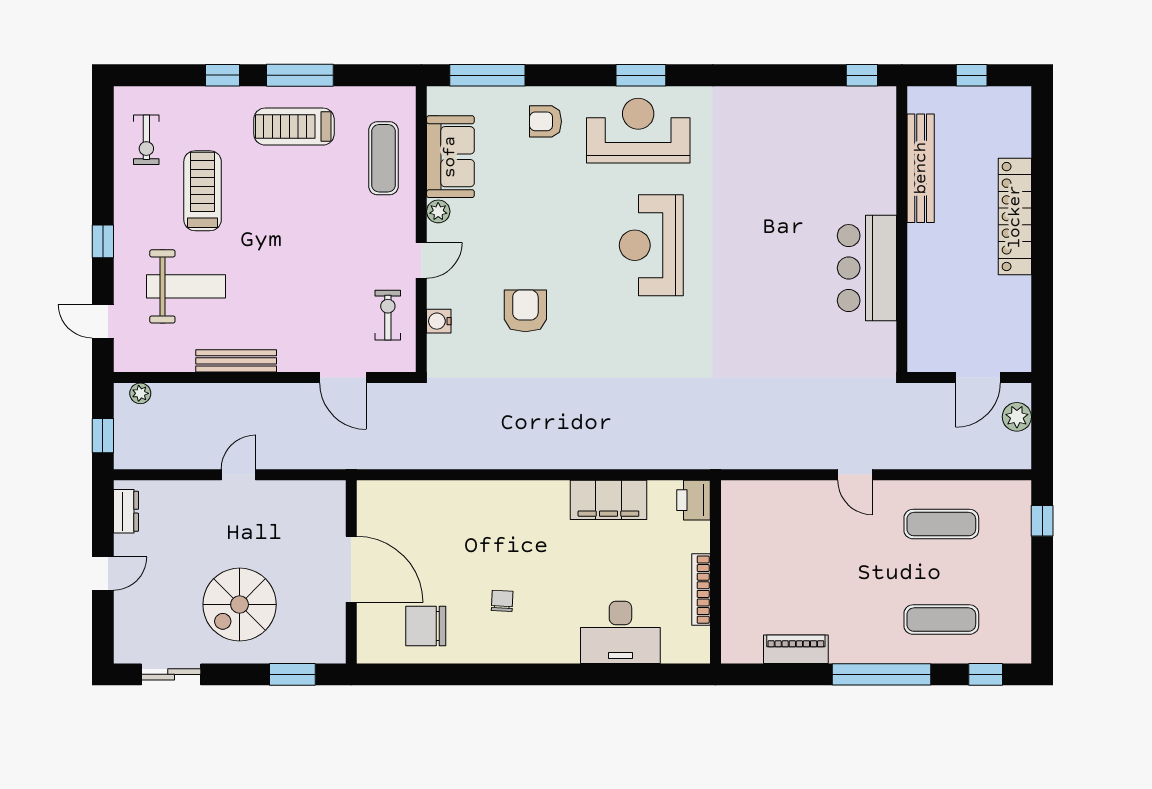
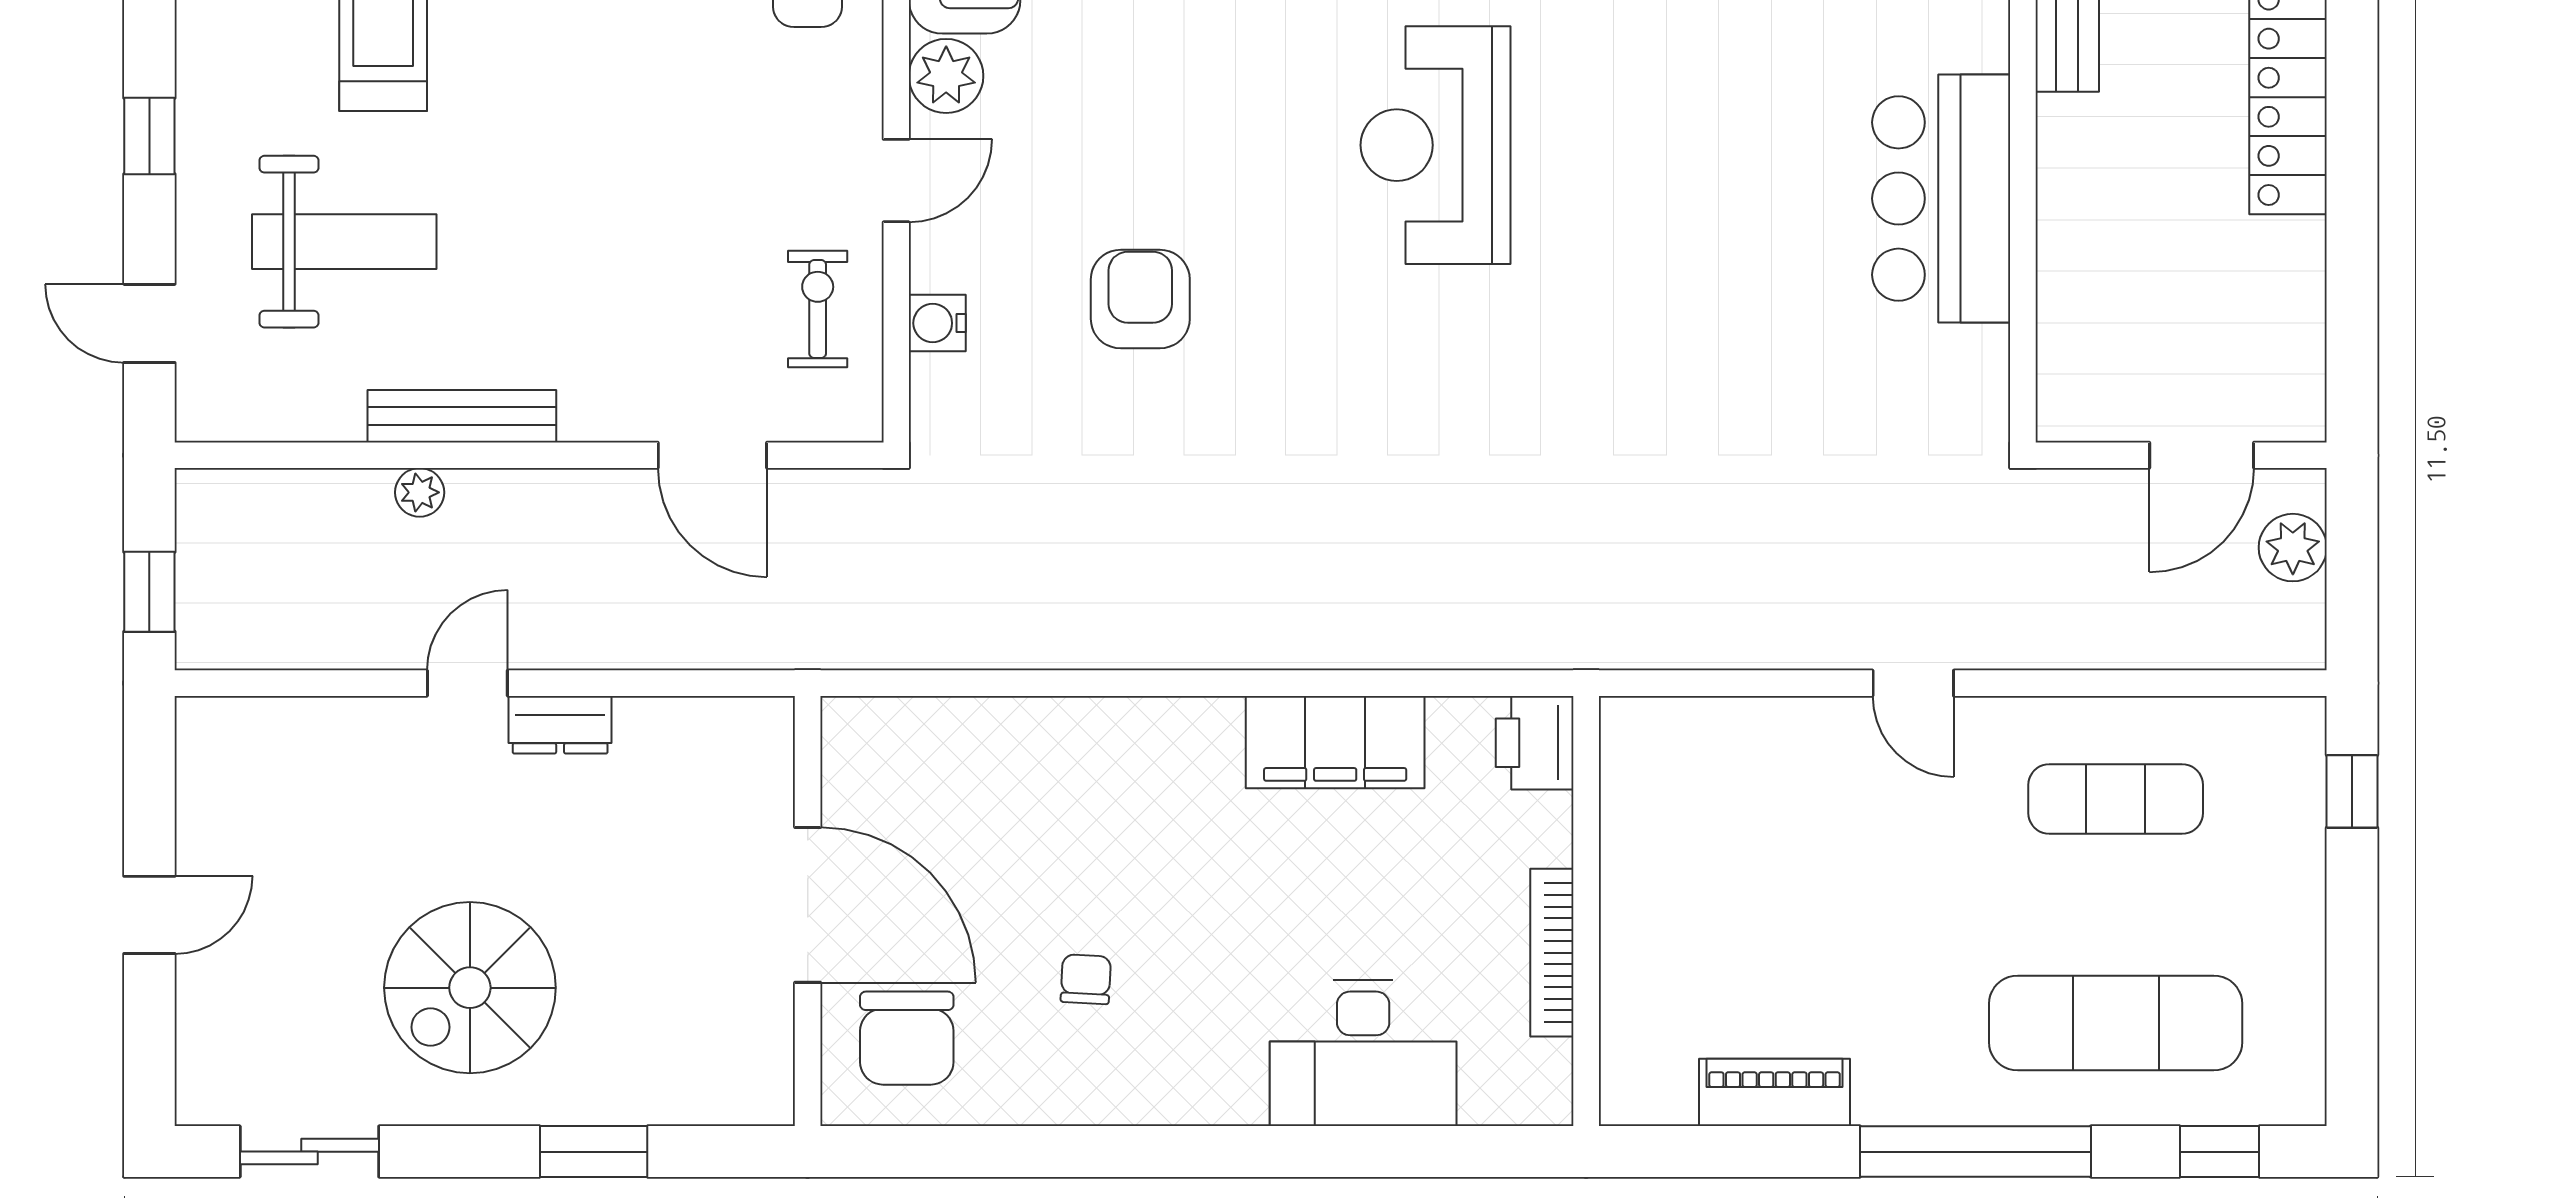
plant: (438, 211) -> (946, 76), width x1.38, depth x1.38
plant: (140, 393) -> (420, 492), moved
dresser: (126, 511) -> (560, 725), moved, turned 90
door: (351, 569) -> (808, 905), moved
wall: (351, 572) -> (808, 911), moved
exercise mat: (941, 620) -> (2116, 1023), width x1.36, depth x1.45
chair: (426, 626) -> (907, 1038), turned -90

